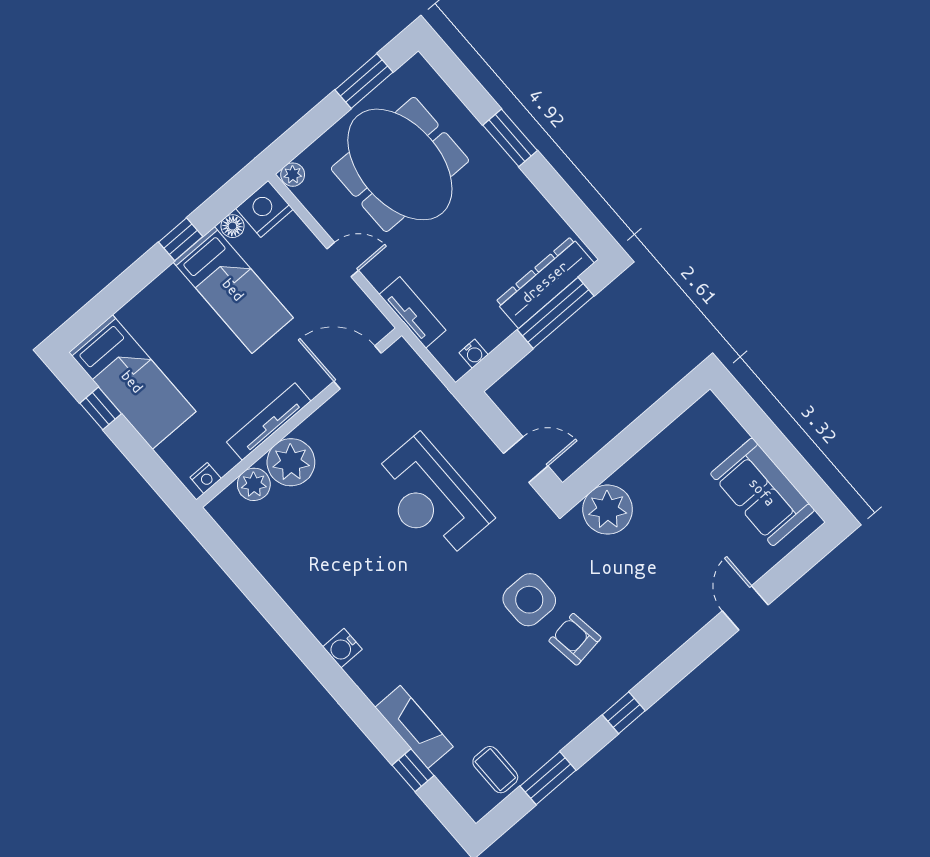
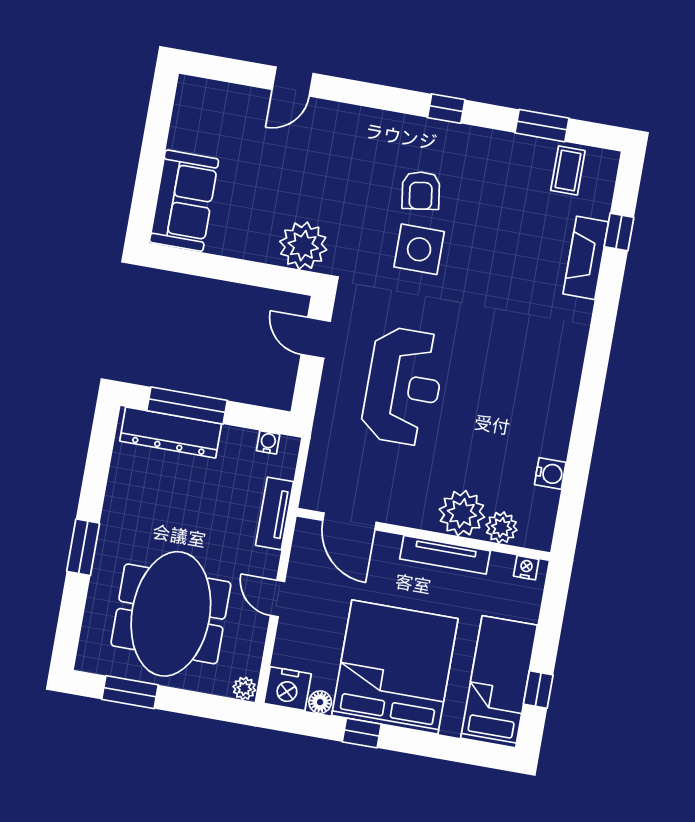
bed: (233, 290) -> (395, 667), width x2.04
sofa: (762, 492) -> (184, 201), moved
water cooler: (342, 648) -> (550, 474), moved

